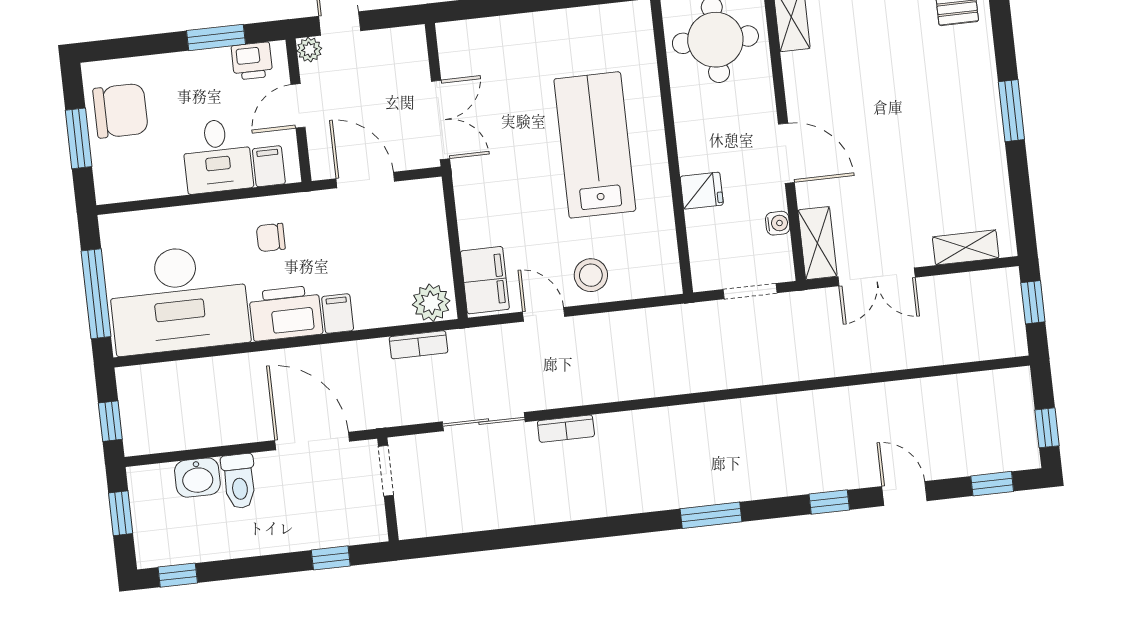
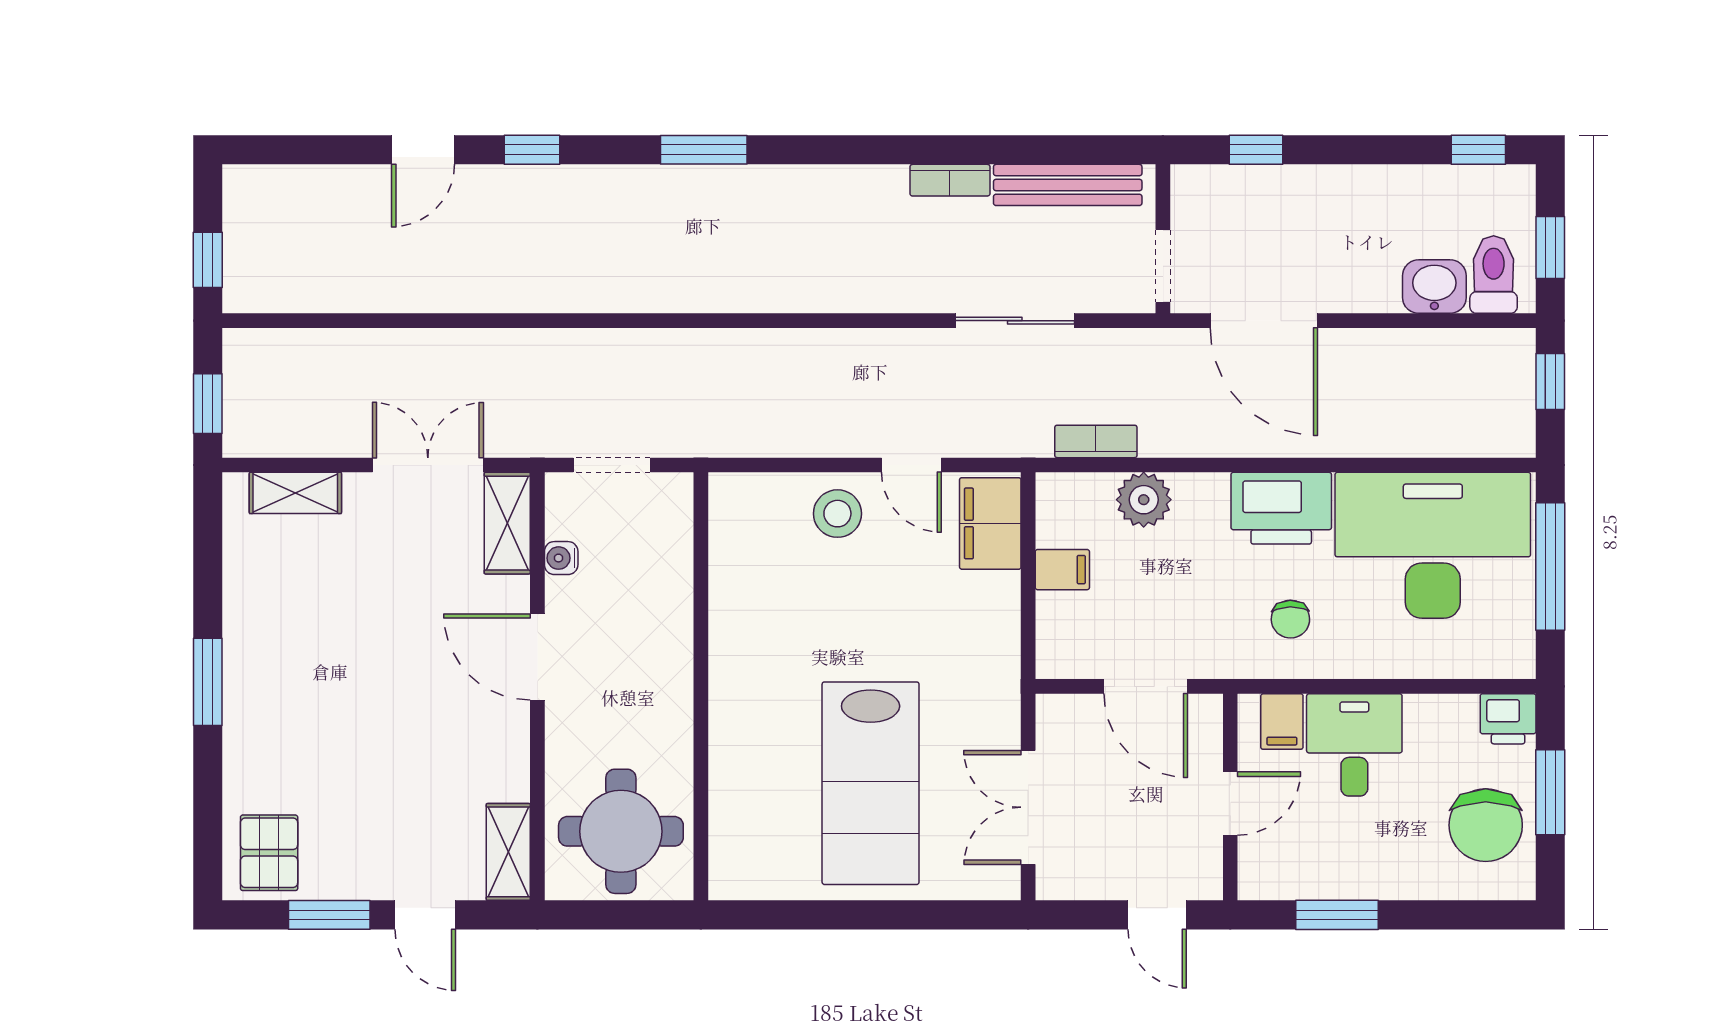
plant: (309, 50) -> (1205, 882), removed
printer: (252, 61) -> (1508, 719), moved, turned 180
chair: (121, 111) -> (1486, 825), turned -90
double door: (441, 120) -> (1028, 807), moved
lab bench: (595, 145) -> (871, 783), moved
fridge: (702, 191) -> (665, 617), removed
chair: (271, 237) -> (1290, 619), turned 89
plant: (431, 303) -> (1144, 500), moved
filing cabinet: (338, 314) -> (1062, 570), moved, turned -90
window: (1047, 428) -> (208, 260), moved
bookcase: (566, 429) -> (950, 180), moved, turned 180
toilet: (239, 481) -> (1494, 275), moved
window: (992, 484) -> (295, 150), removed
door: (904, 494) -> (423, 150), hinge flipped
bench: (458, 519) -> (1068, 185), added

